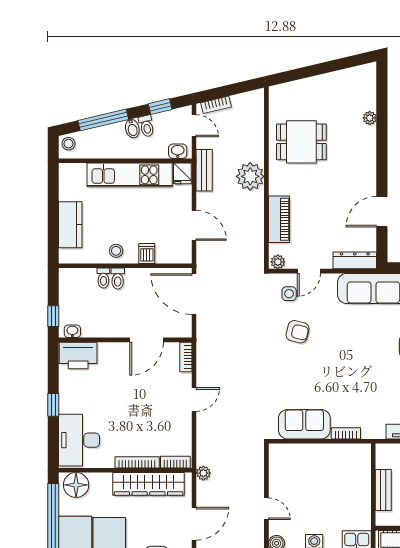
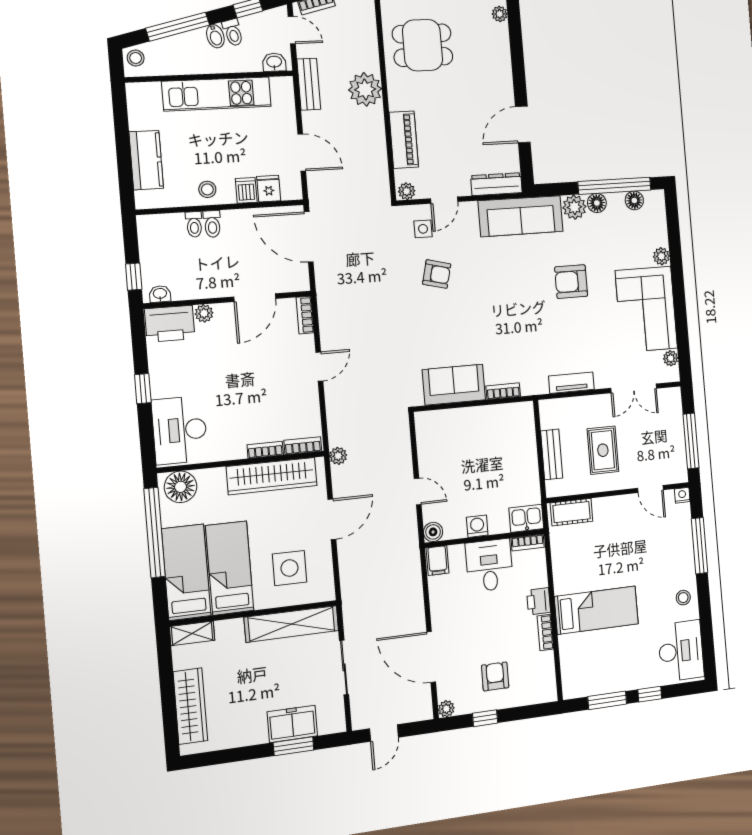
fridge: (182, 173) -> (269, 189), moved, turned 180
plant: (105, 349) -> (204, 313), added
bookcase: (137, 462) -> (265, 450), width x0.64

